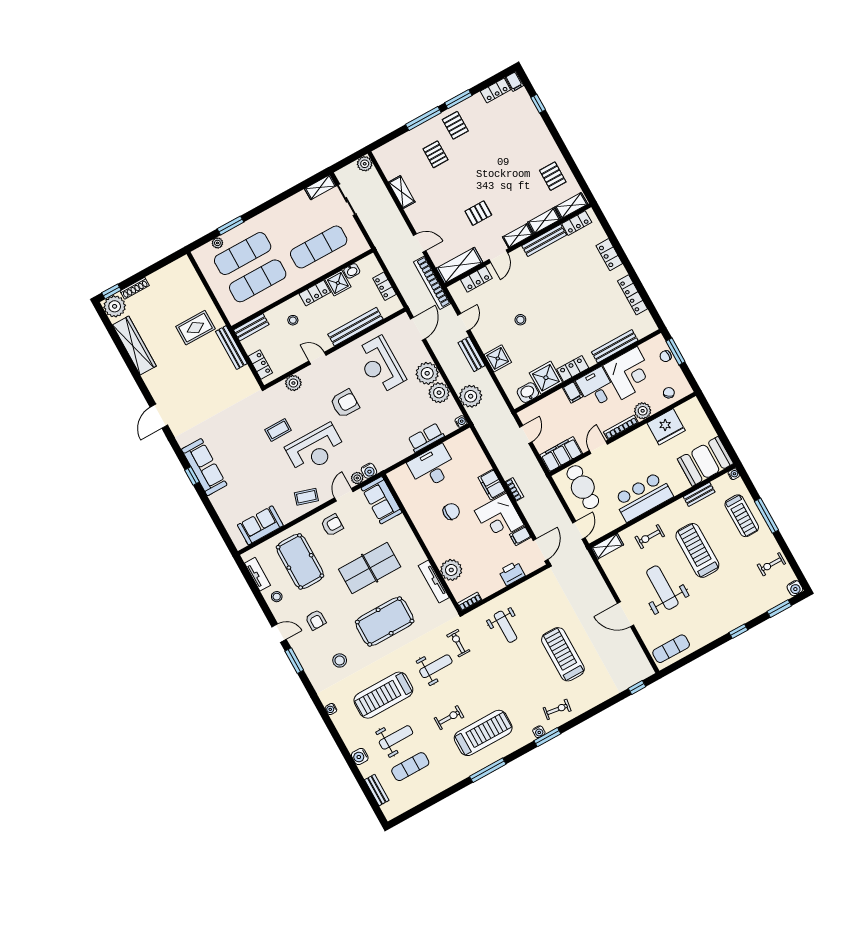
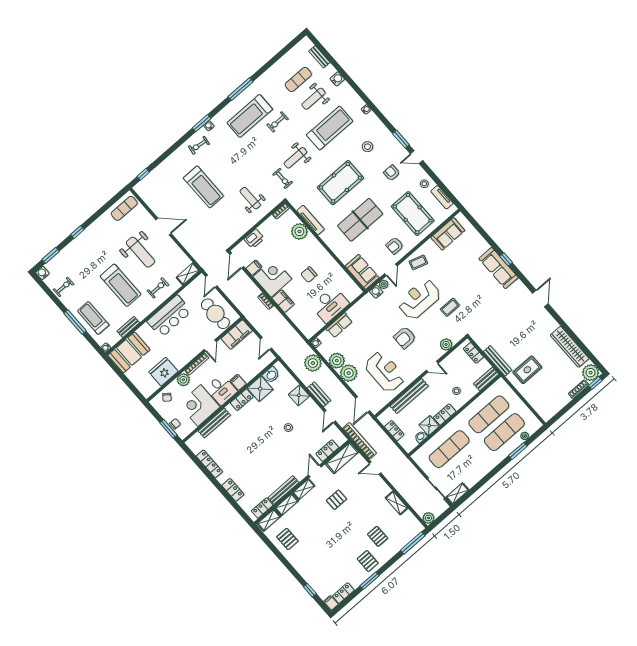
window: (423, 119) -> (413, 543), moved

